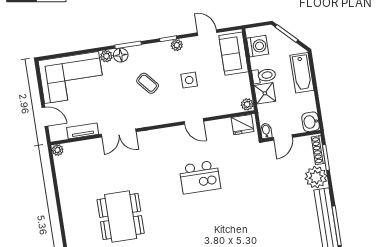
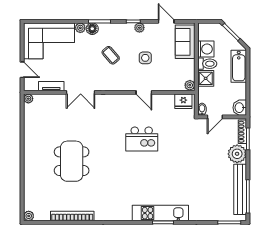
washing machine: (258, 46) -> (206, 49), moved

